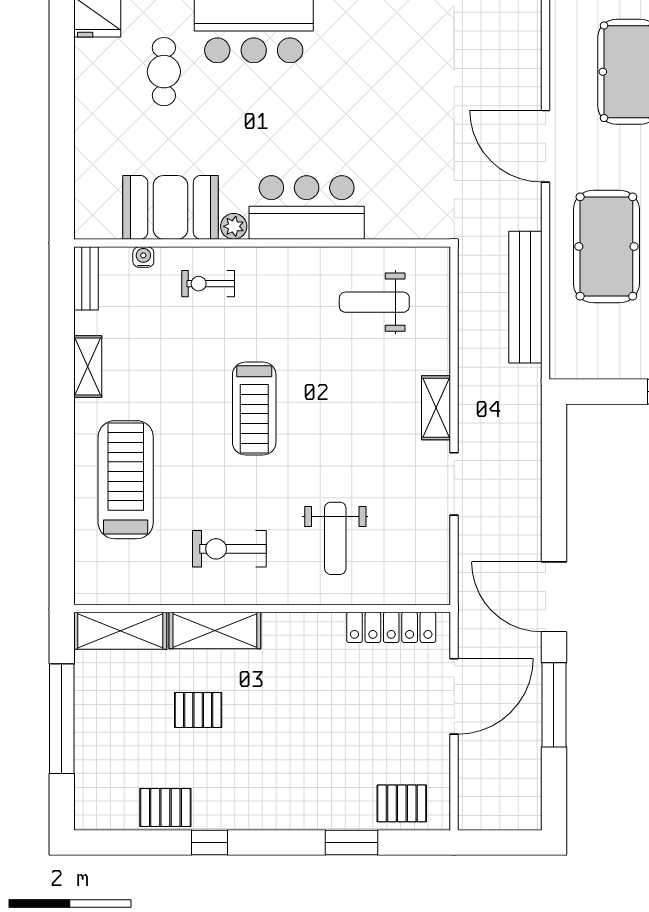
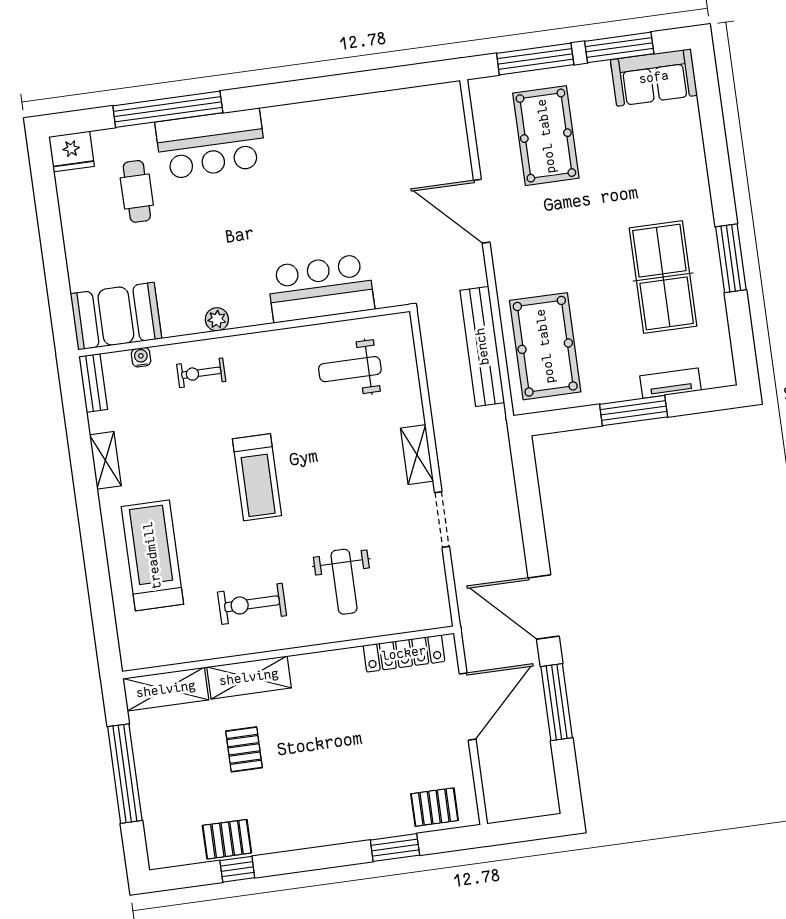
booth: (171, 207) -> (116, 316), moved
bar counter: (307, 207) -> (321, 288), moved
pool table: (606, 246) -> (545, 346), moved
pallet: (198, 710) -> (244, 749), turned 90
window: (209, 842) -> (237, 869), moved

